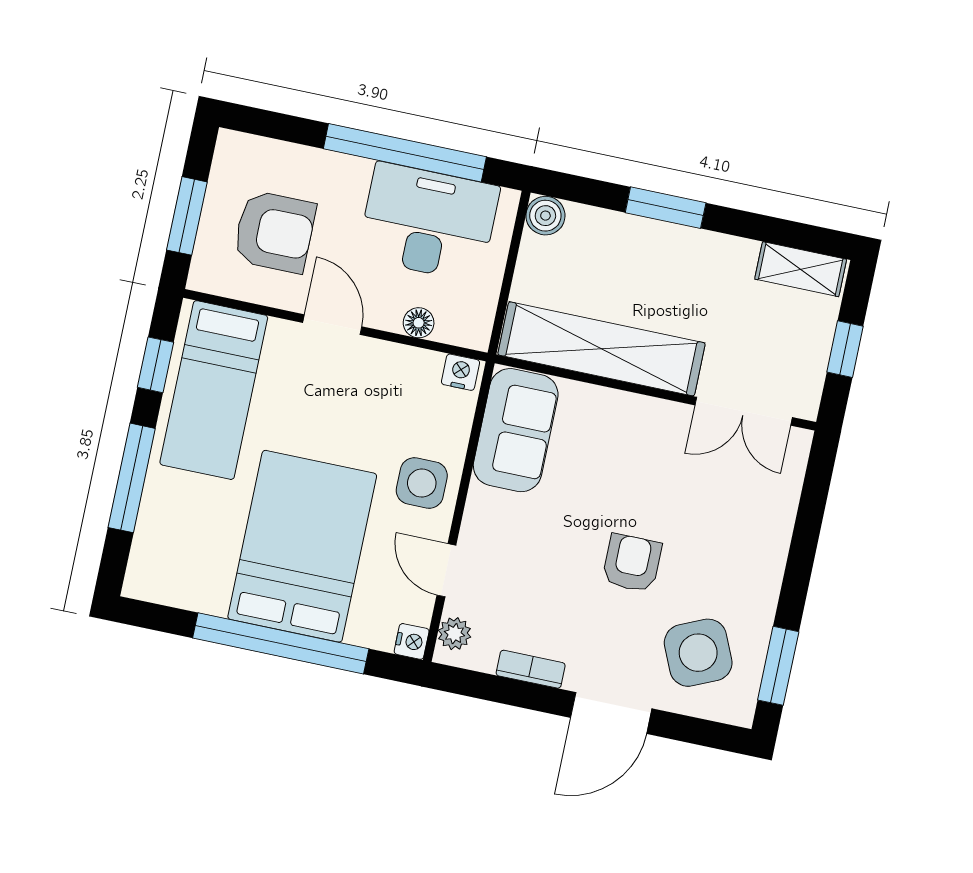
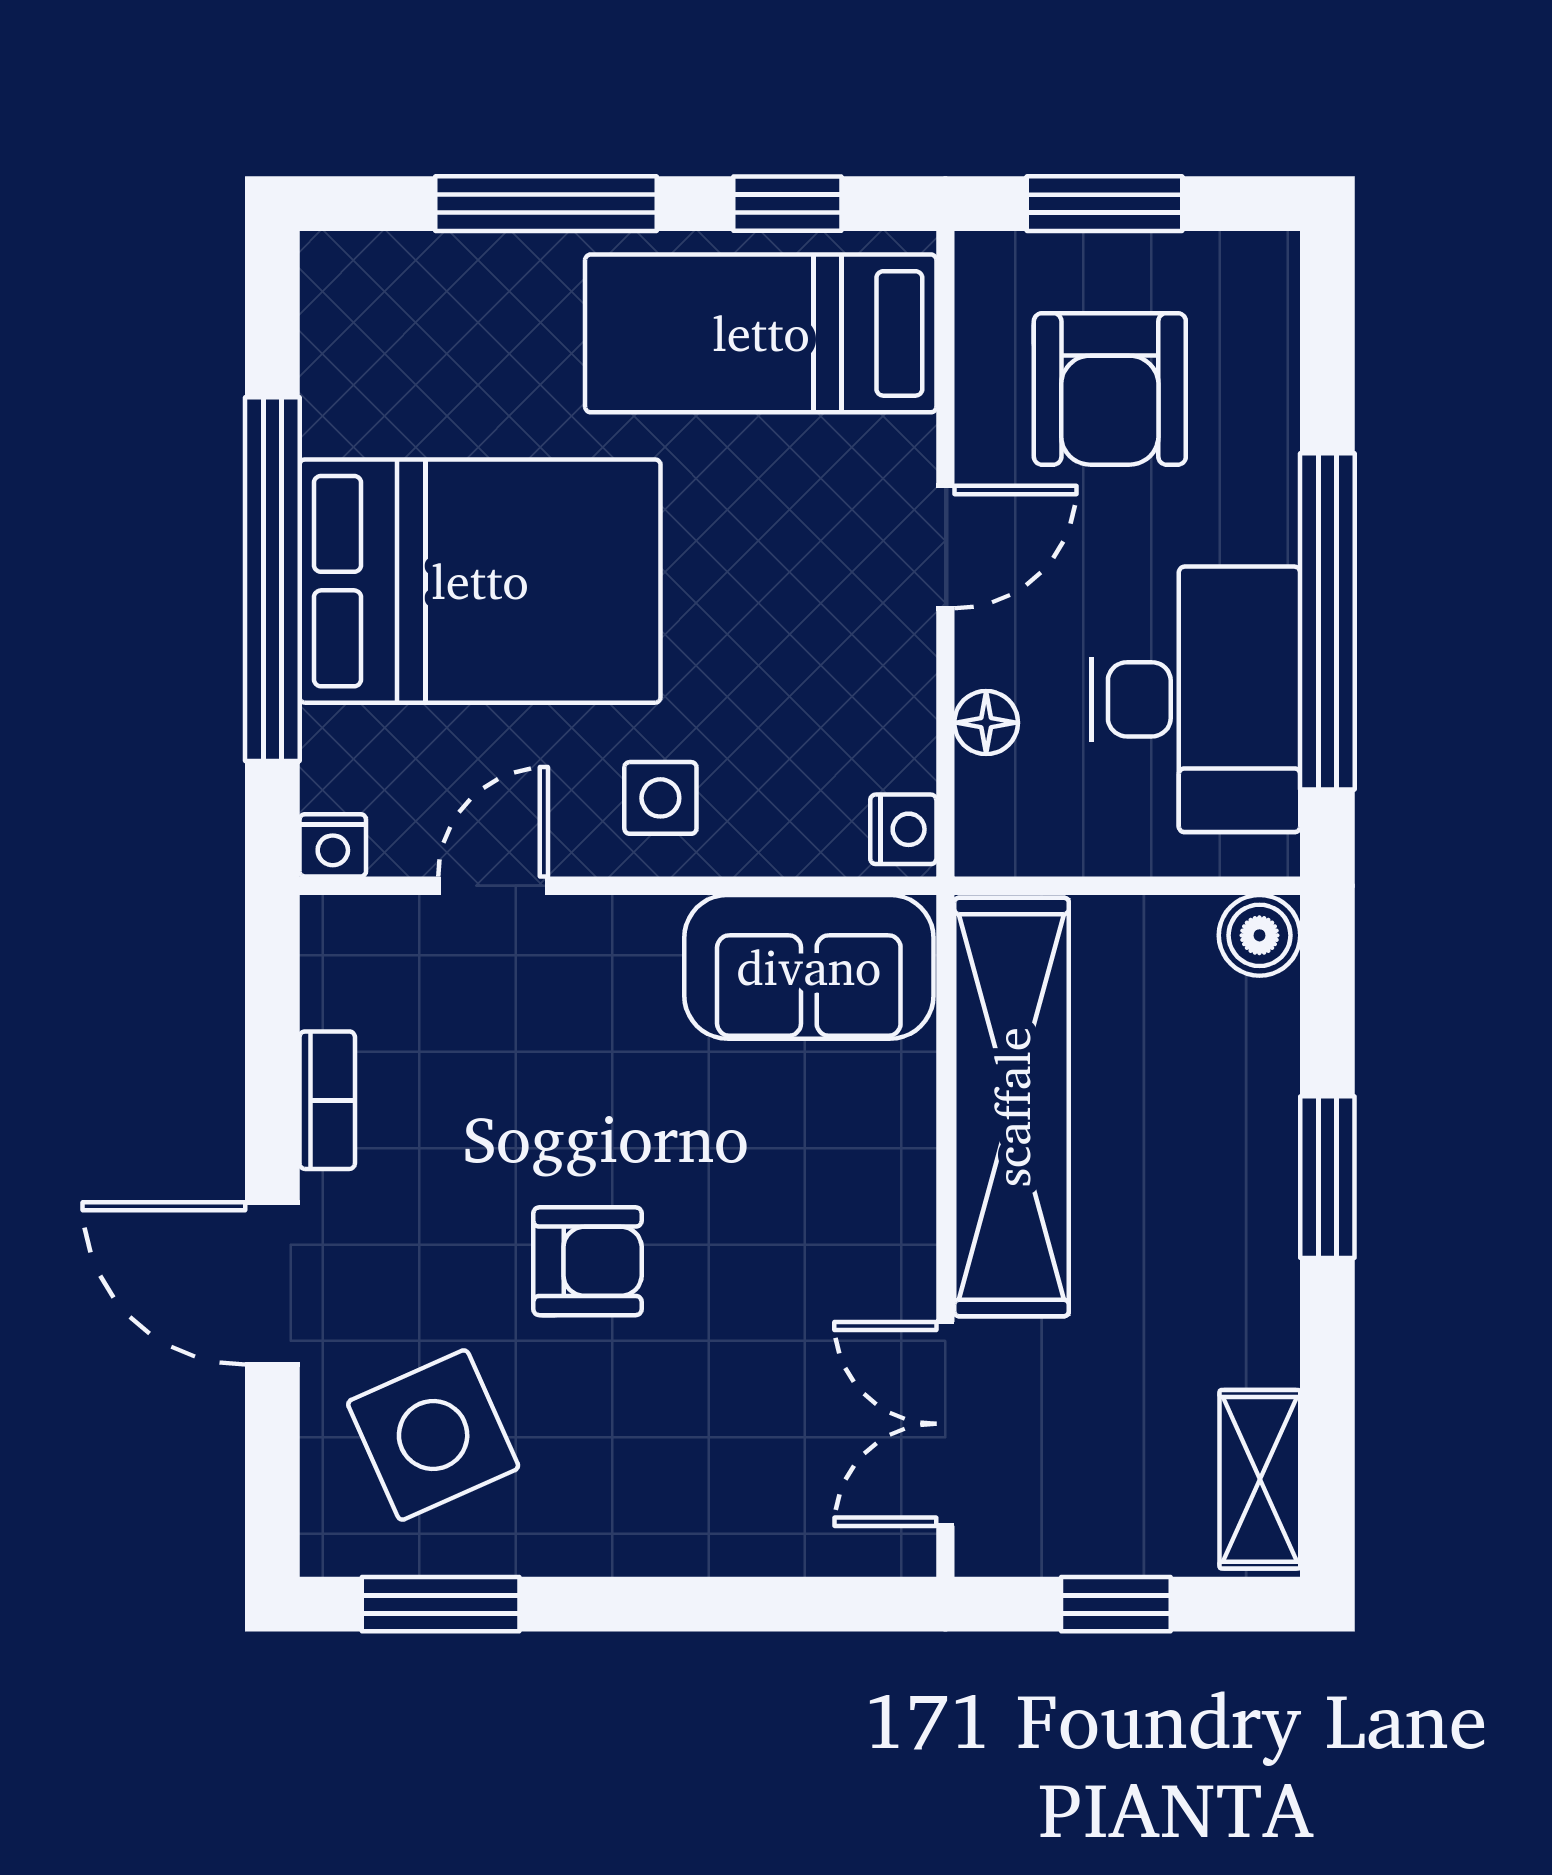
side table: (422, 483) -> (660, 798), width x0.73, depth x0.73
plant: (455, 634) -> (367, 929), removed

